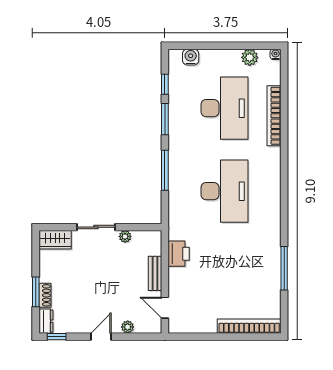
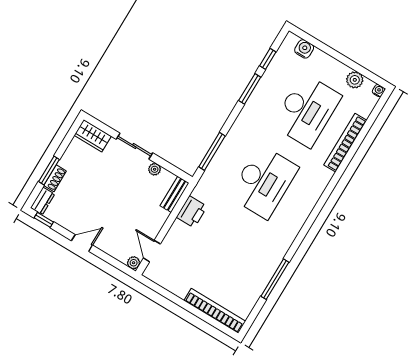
window: (165, 170) -> (212, 151), moved
bench: (155, 273) -> (174, 194), moved
plant: (128, 327) -> (134, 263), moved

